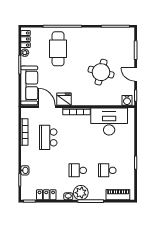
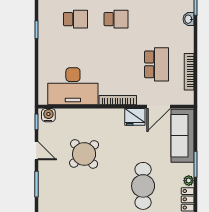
round table: (101, 72) -> (84, 154), turned 33
door: (47, 107) -> (159, 107), hinge flipped

